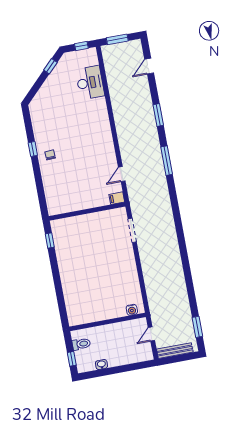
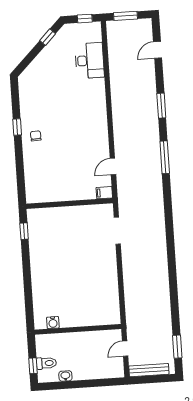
water cooler: (132, 310) -> (53, 323), moved
toilet: (81, 344) -> (46, 363), moved

